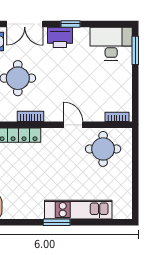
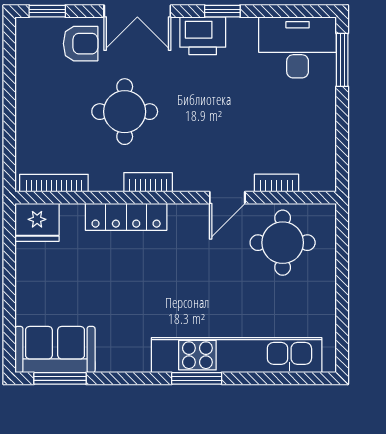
bookcase: (117, 117) -> (276, 183), moved
door: (73, 125) -> (227, 198), swing flipped
kitchen unit: (78, 210) -> (237, 355), width x1.36

